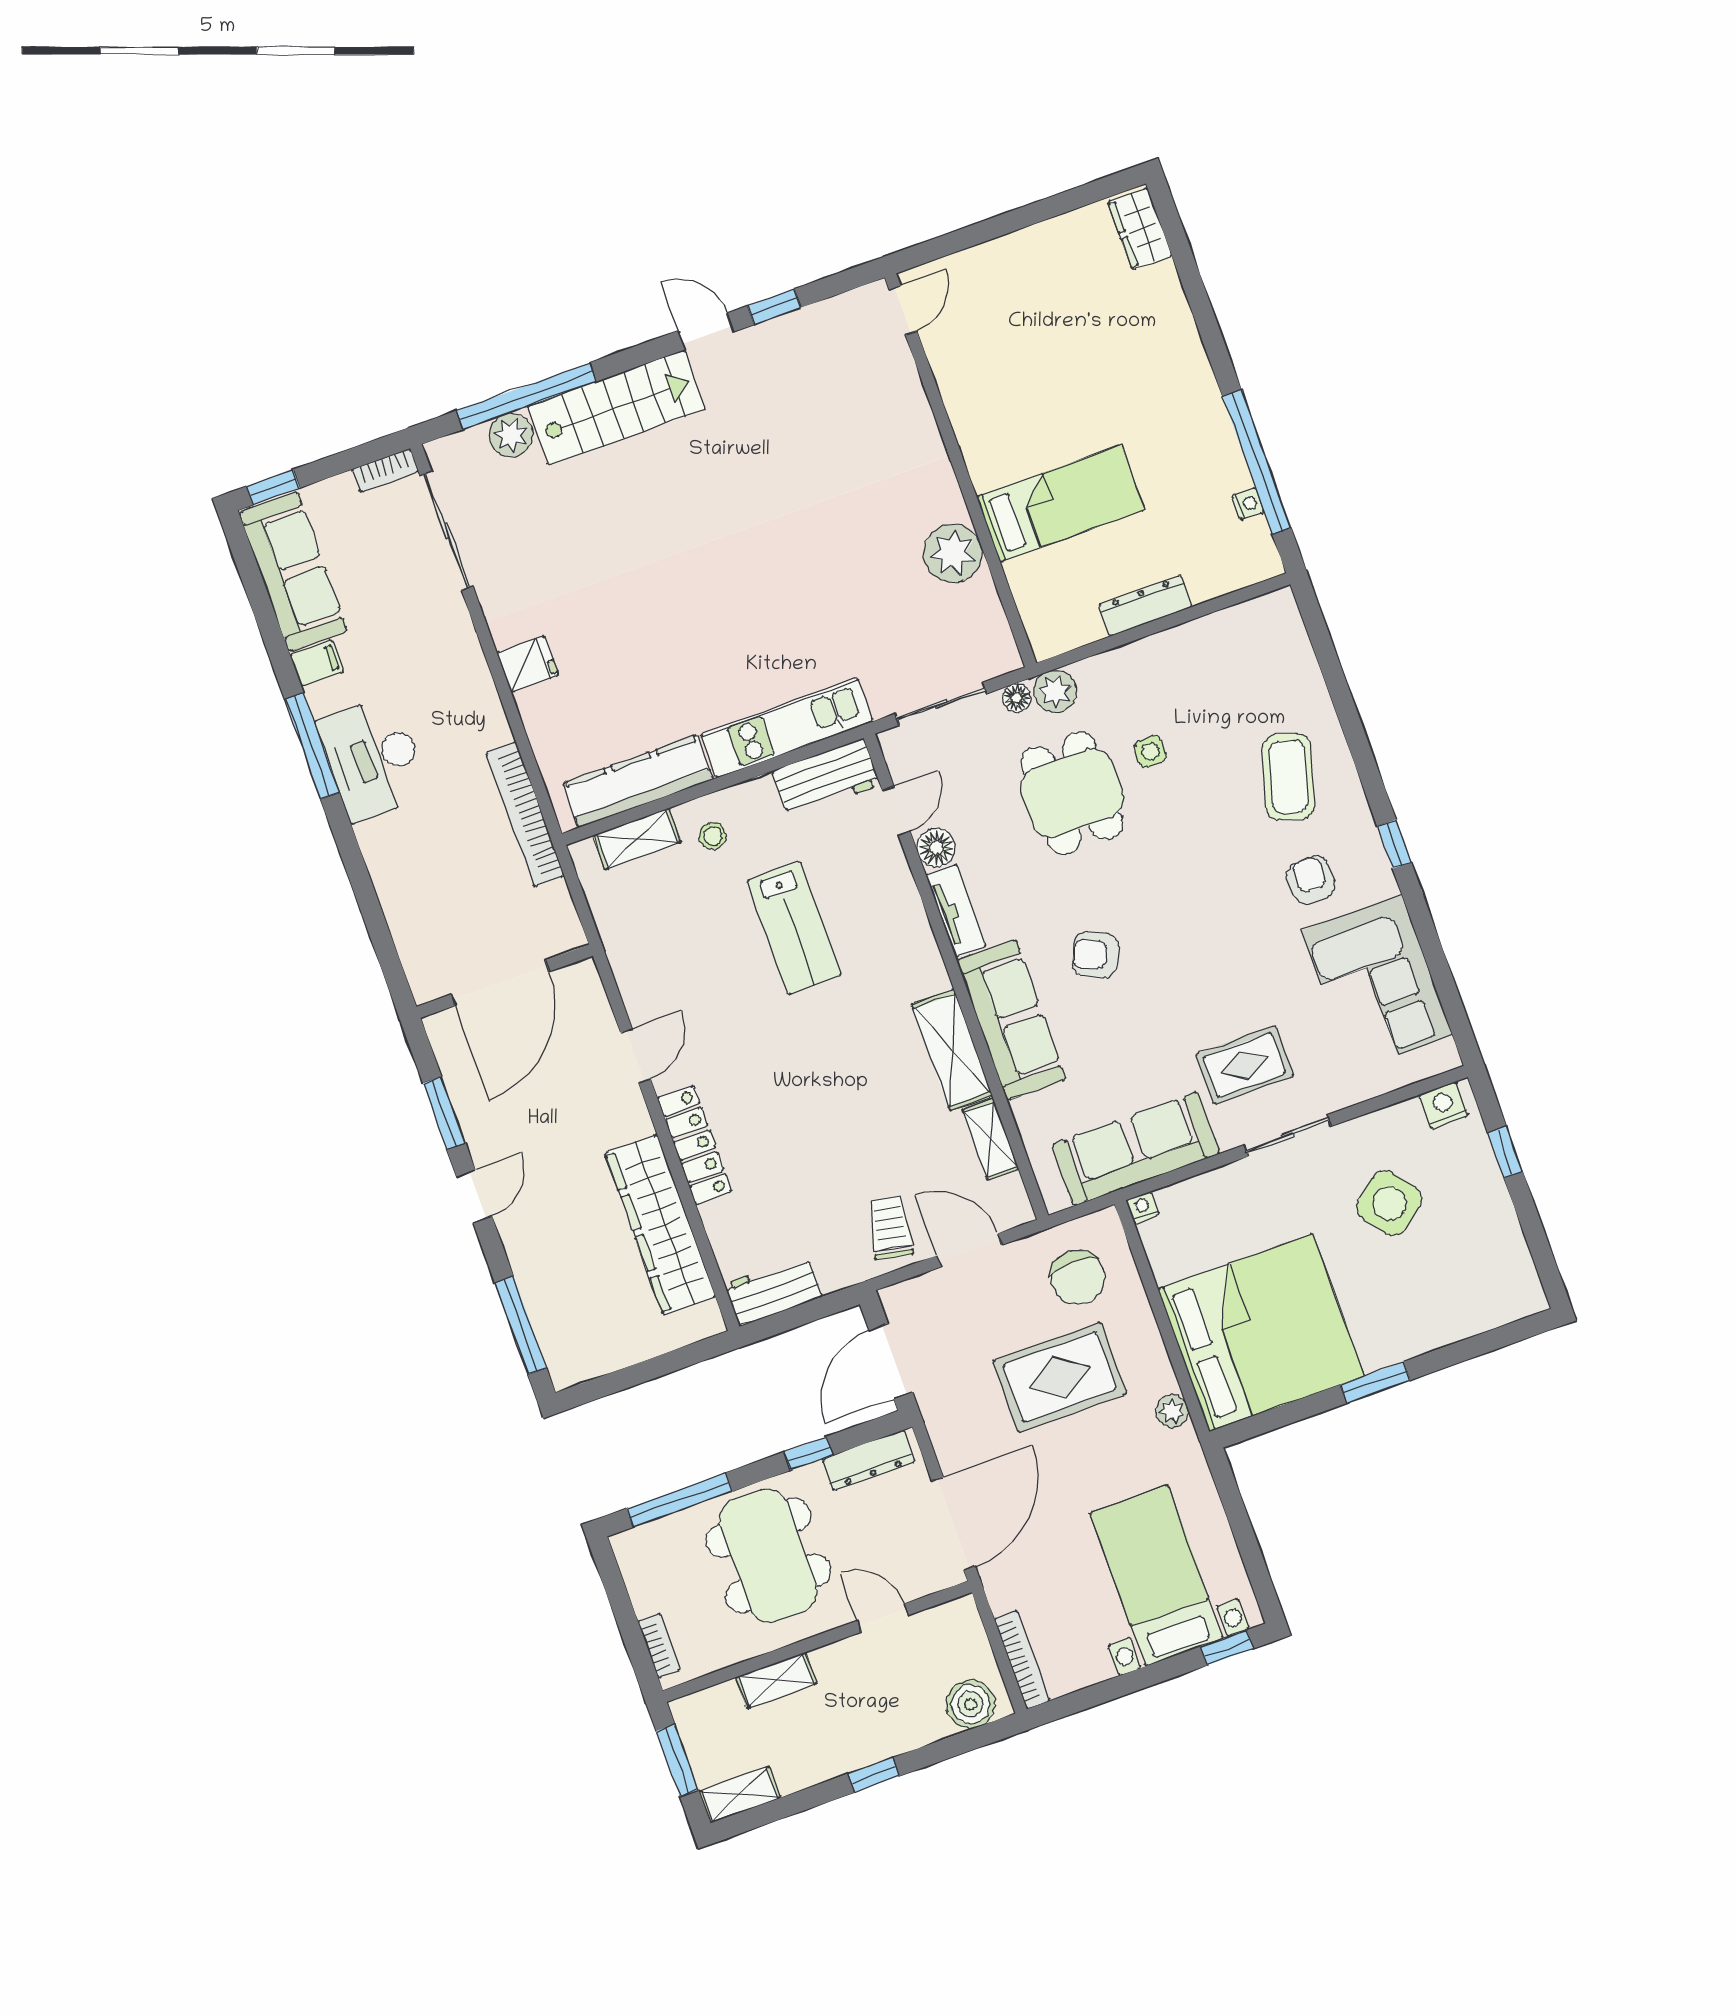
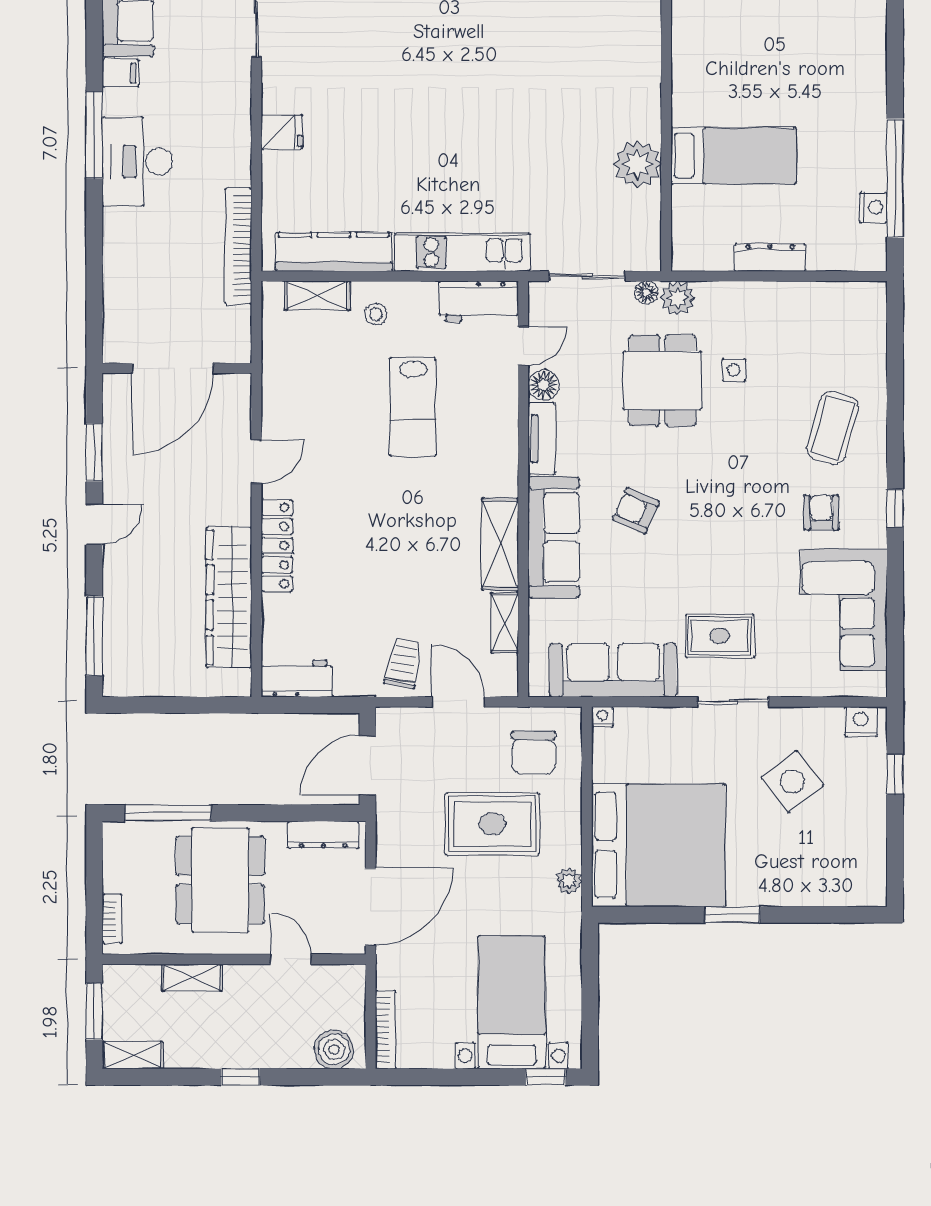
nightstand: (1248, 504) -> (873, 207), width x1.39, depth x1.35
window: (808, 1454) -> (279, 813), removed

